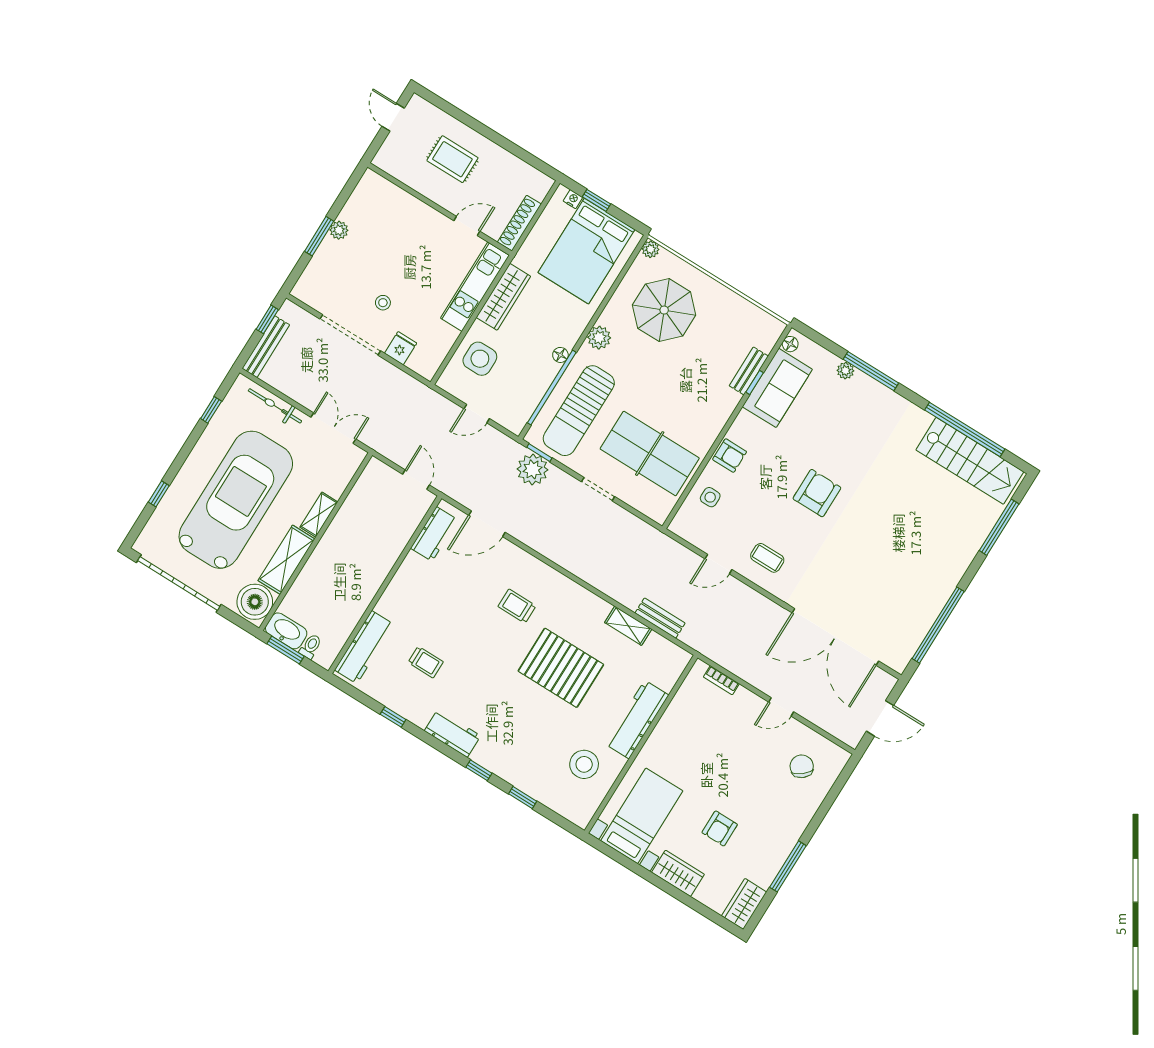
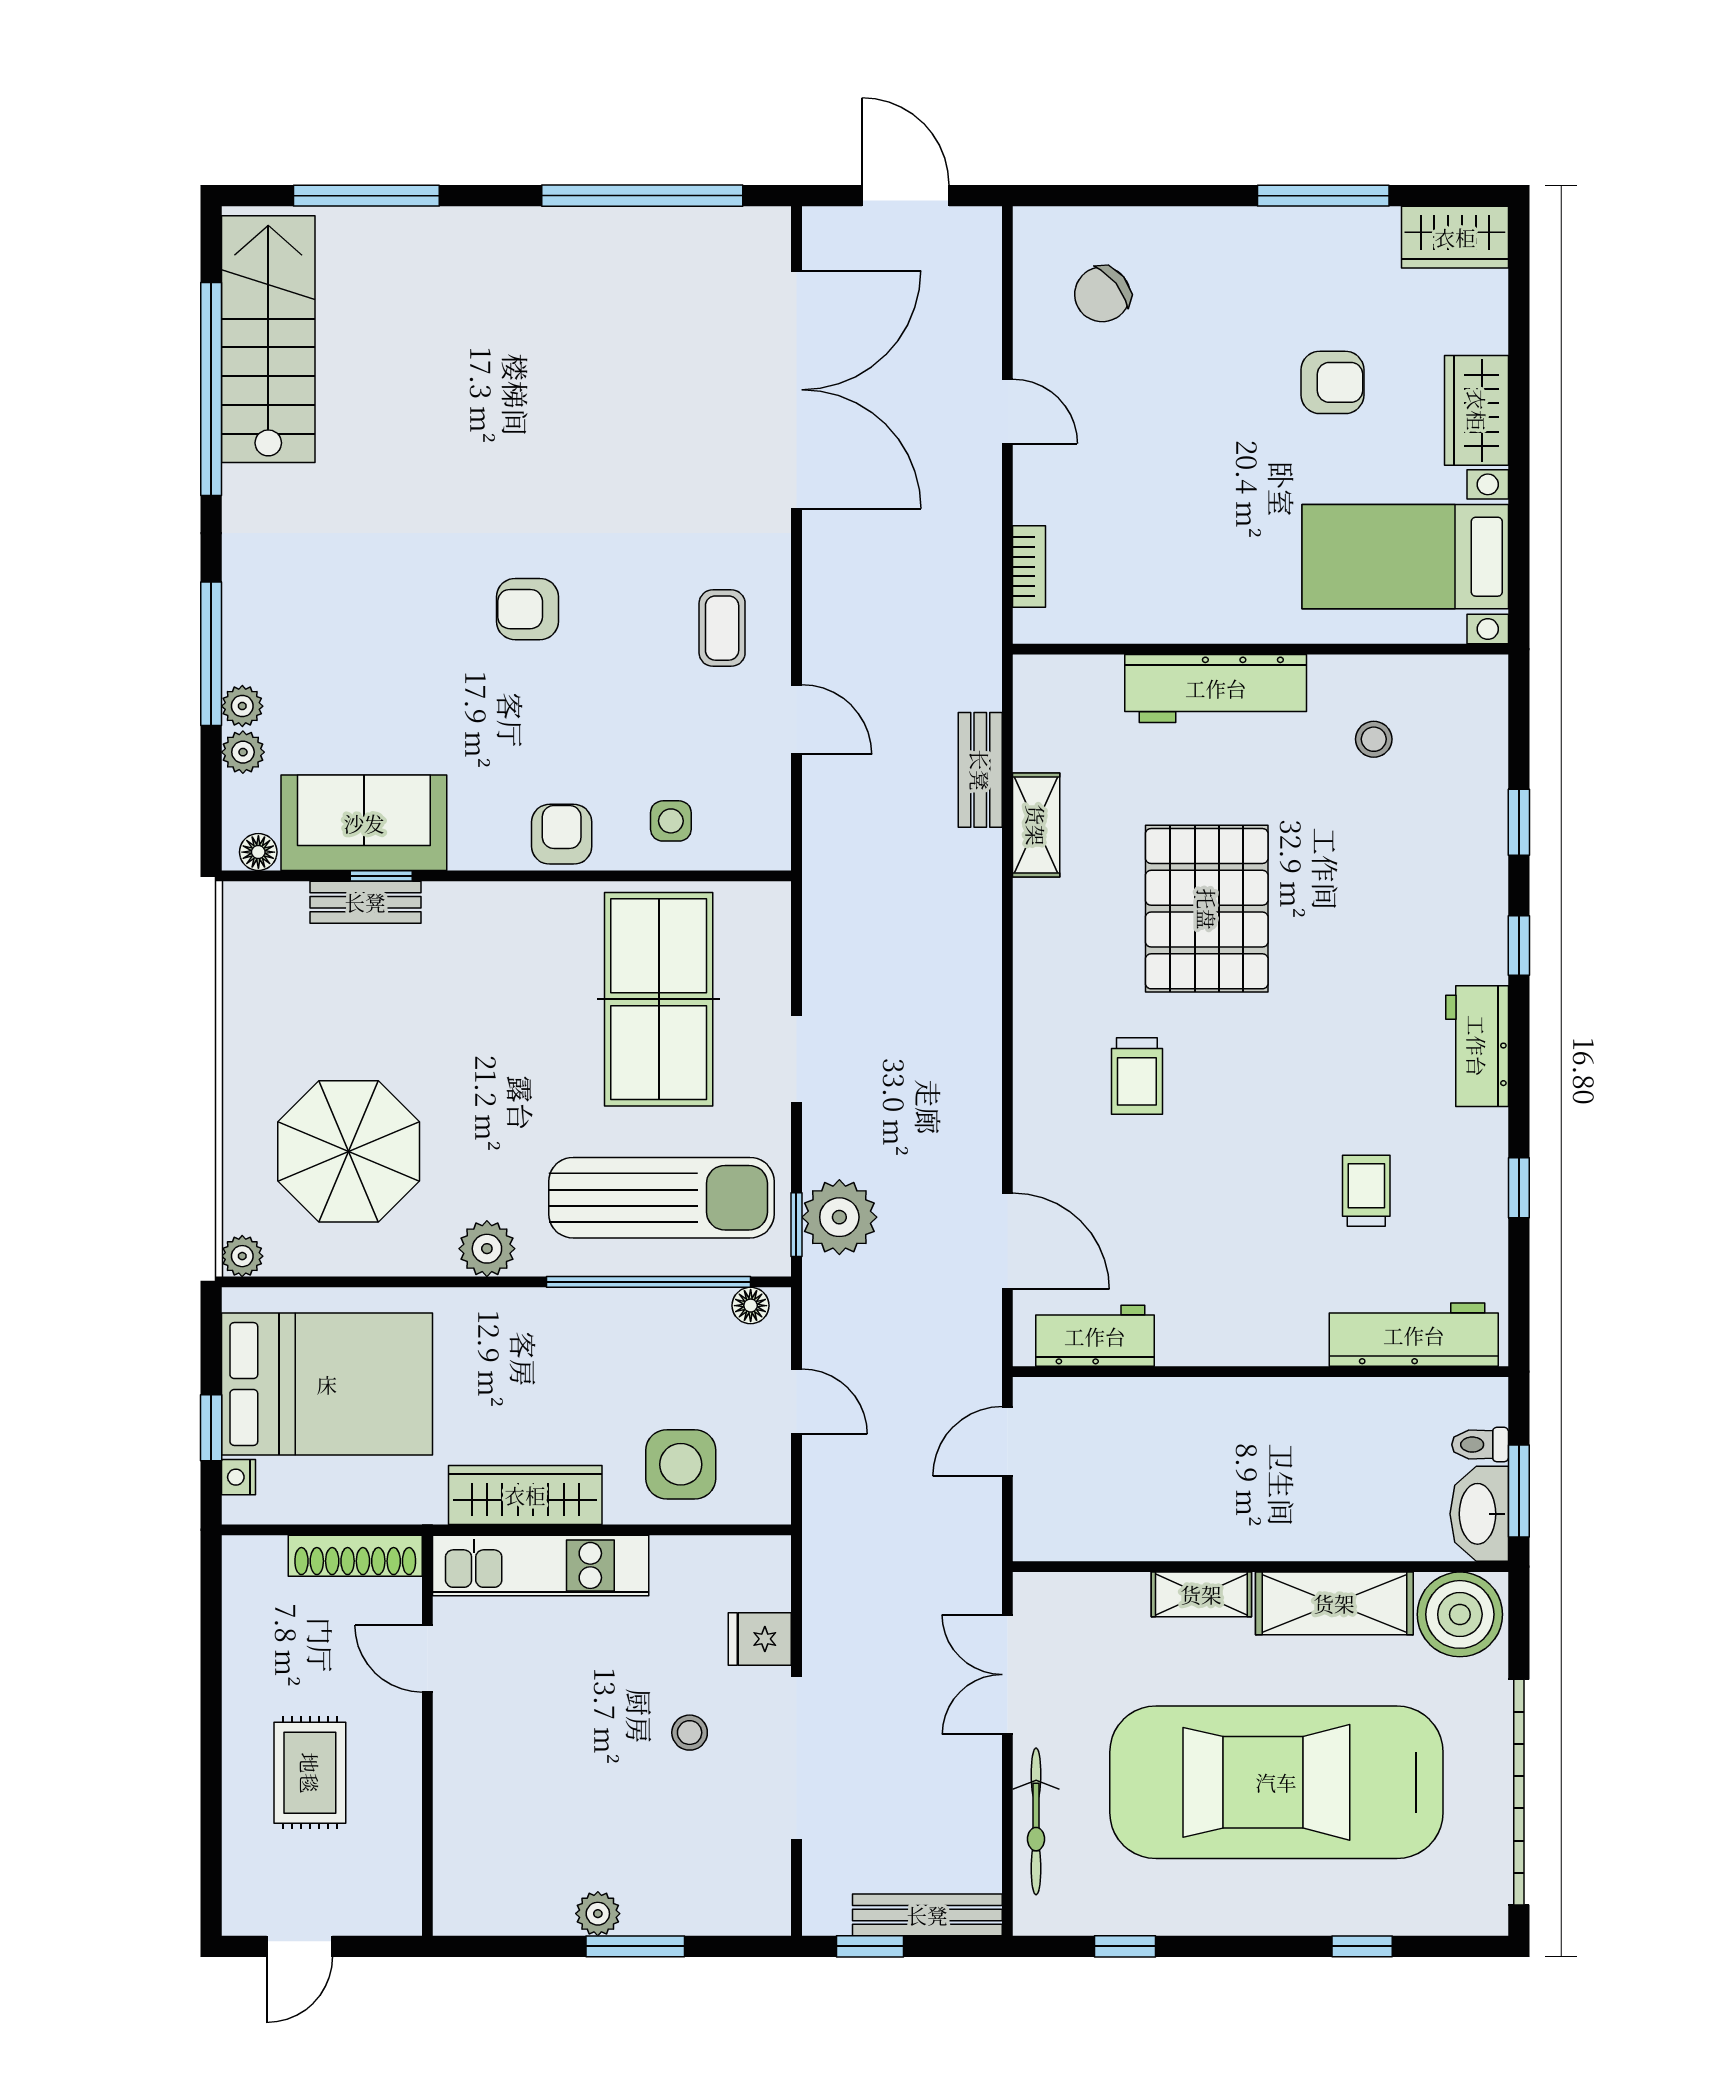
floor lamp: (560, 355) -> (751, 1306), moved
plant: (829, 361) -> (243, 752), added
armchair: (817, 493) -> (527, 609), width x0.72, depth x0.72
stool: (584, 764) -> (1374, 739), width x0.53, depth x0.53

